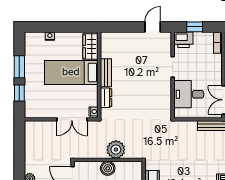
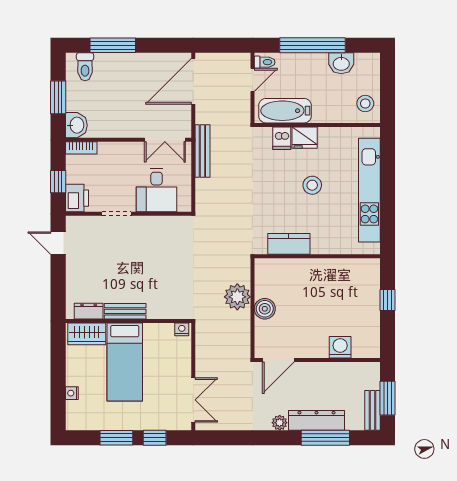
dresser: (106, 98) -> (89, 311), moved
double door: (72, 119) -> (193, 400), moved

